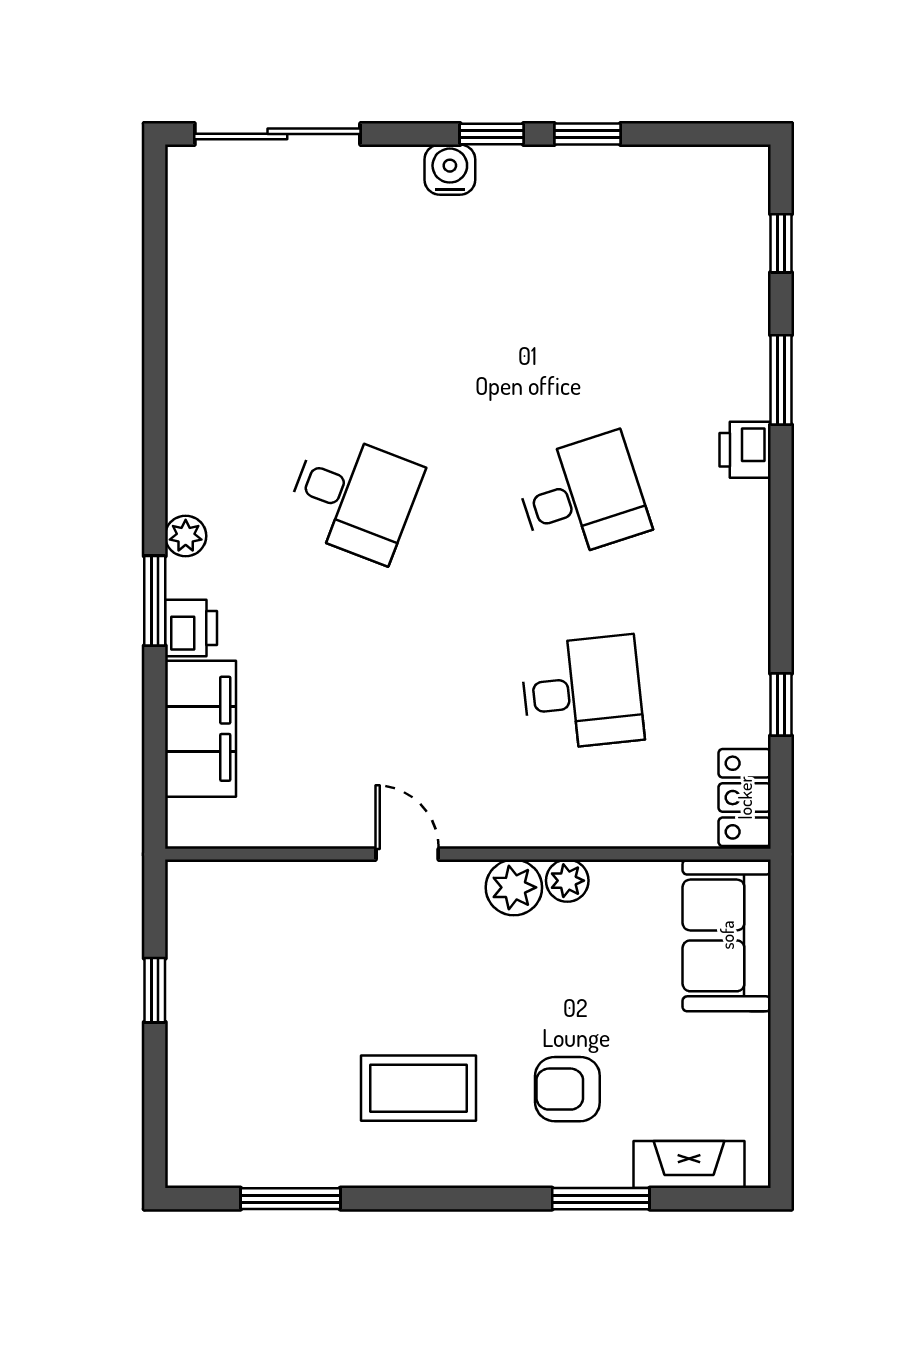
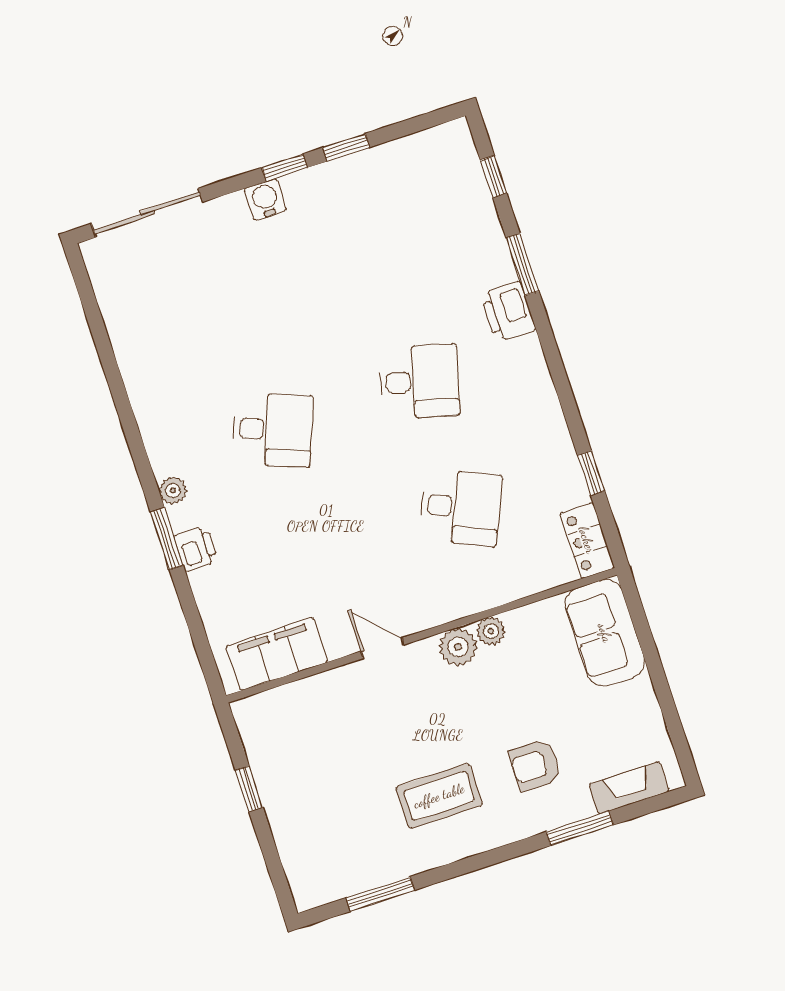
printer: (745, 450) -> (508, 312), width x1.36, depth x1.24
desk: (582, 497) -> (419, 381), turned 33
desk: (582, 693) -> (461, 507), turned 30
filing cabinet: (201, 729) -> (277, 654), moved, turned -90

